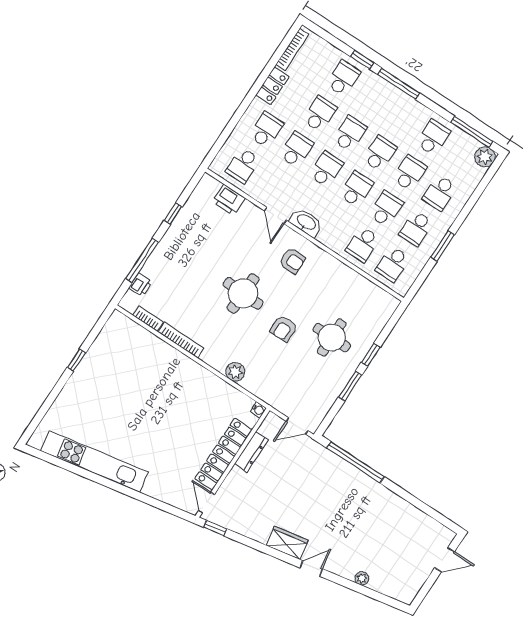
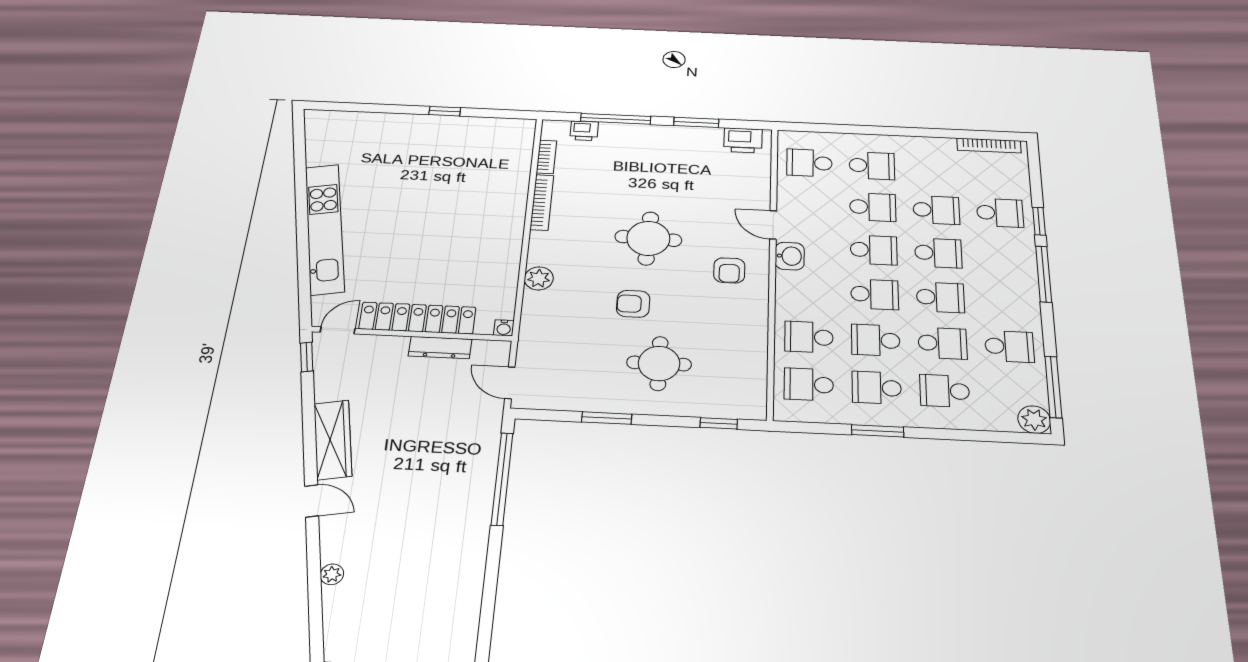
locker: (272, 86) -> (929, 147), removed
printer: (229, 200) -> (743, 140), moved, turned -90
school desk: (386, 209) -> (876, 340), turned 180
window: (173, 214) -> (696, 122), width x1.50
door: (275, 216) -> (773, 225), hinge flipped
washbasin: (306, 222) -> (790, 256), width x0.72
window: (371, 355) -> (719, 423), moved
kitchen unit: (94, 461) -> (325, 229), moved
wardrobe: (287, 543) -> (333, 440), width x1.50

